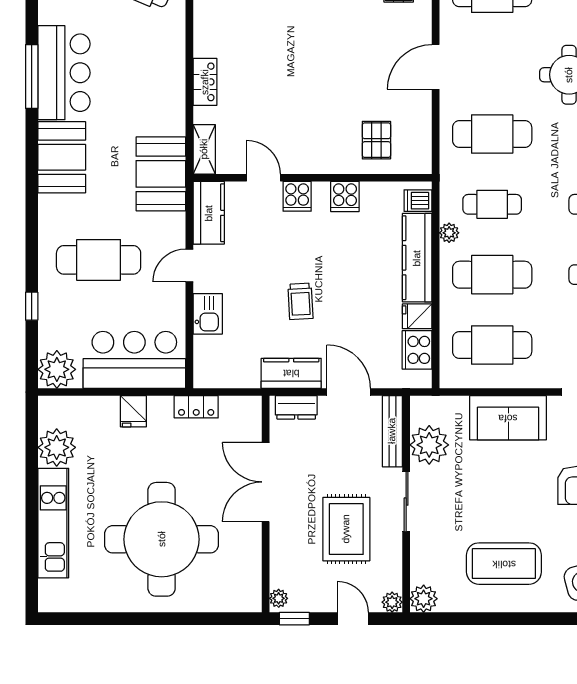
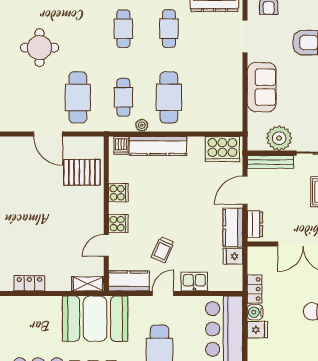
door: (436, 67) -> (48, 134), moved
locker: (205, 82) -> (29, 283), moved
pallet: (376, 140) -> (82, 172), width x1.50, depth x1.42
booth: (161, 174) -> (95, 319), width x1.36, depth x1.42
door: (189, 265) -> (163, 293), swing flipped
trolley: (300, 301) -> (163, 250), moved, turned 117
fridge: (417, 316) -> (233, 256), moved, turned 90
cafe table: (492, 345) -> (214, 97), removed
cooker: (417, 350) -> (222, 149), width x1.37, depth x1.31
water cooler: (160, 408) -> (255, 312), added

